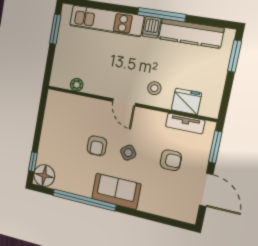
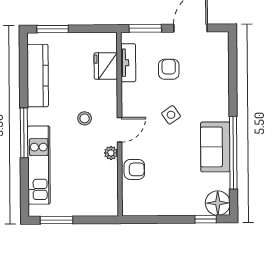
window: (162, 15) -> (24, 133), moved
dishwasher: (152, 27) -> (38, 116), removed
plant: (77, 85) -> (111, 153), moved
stool: (154, 88) -> (85, 118), moved
armchair: (97, 146) -> (134, 169), moved
sofa: (116, 191) -> (215, 147), moved

